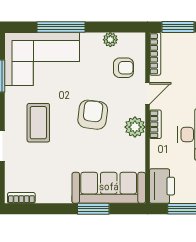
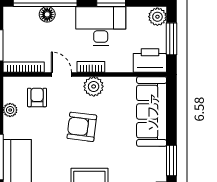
window: (93, 209) -> (172, 161), moved

